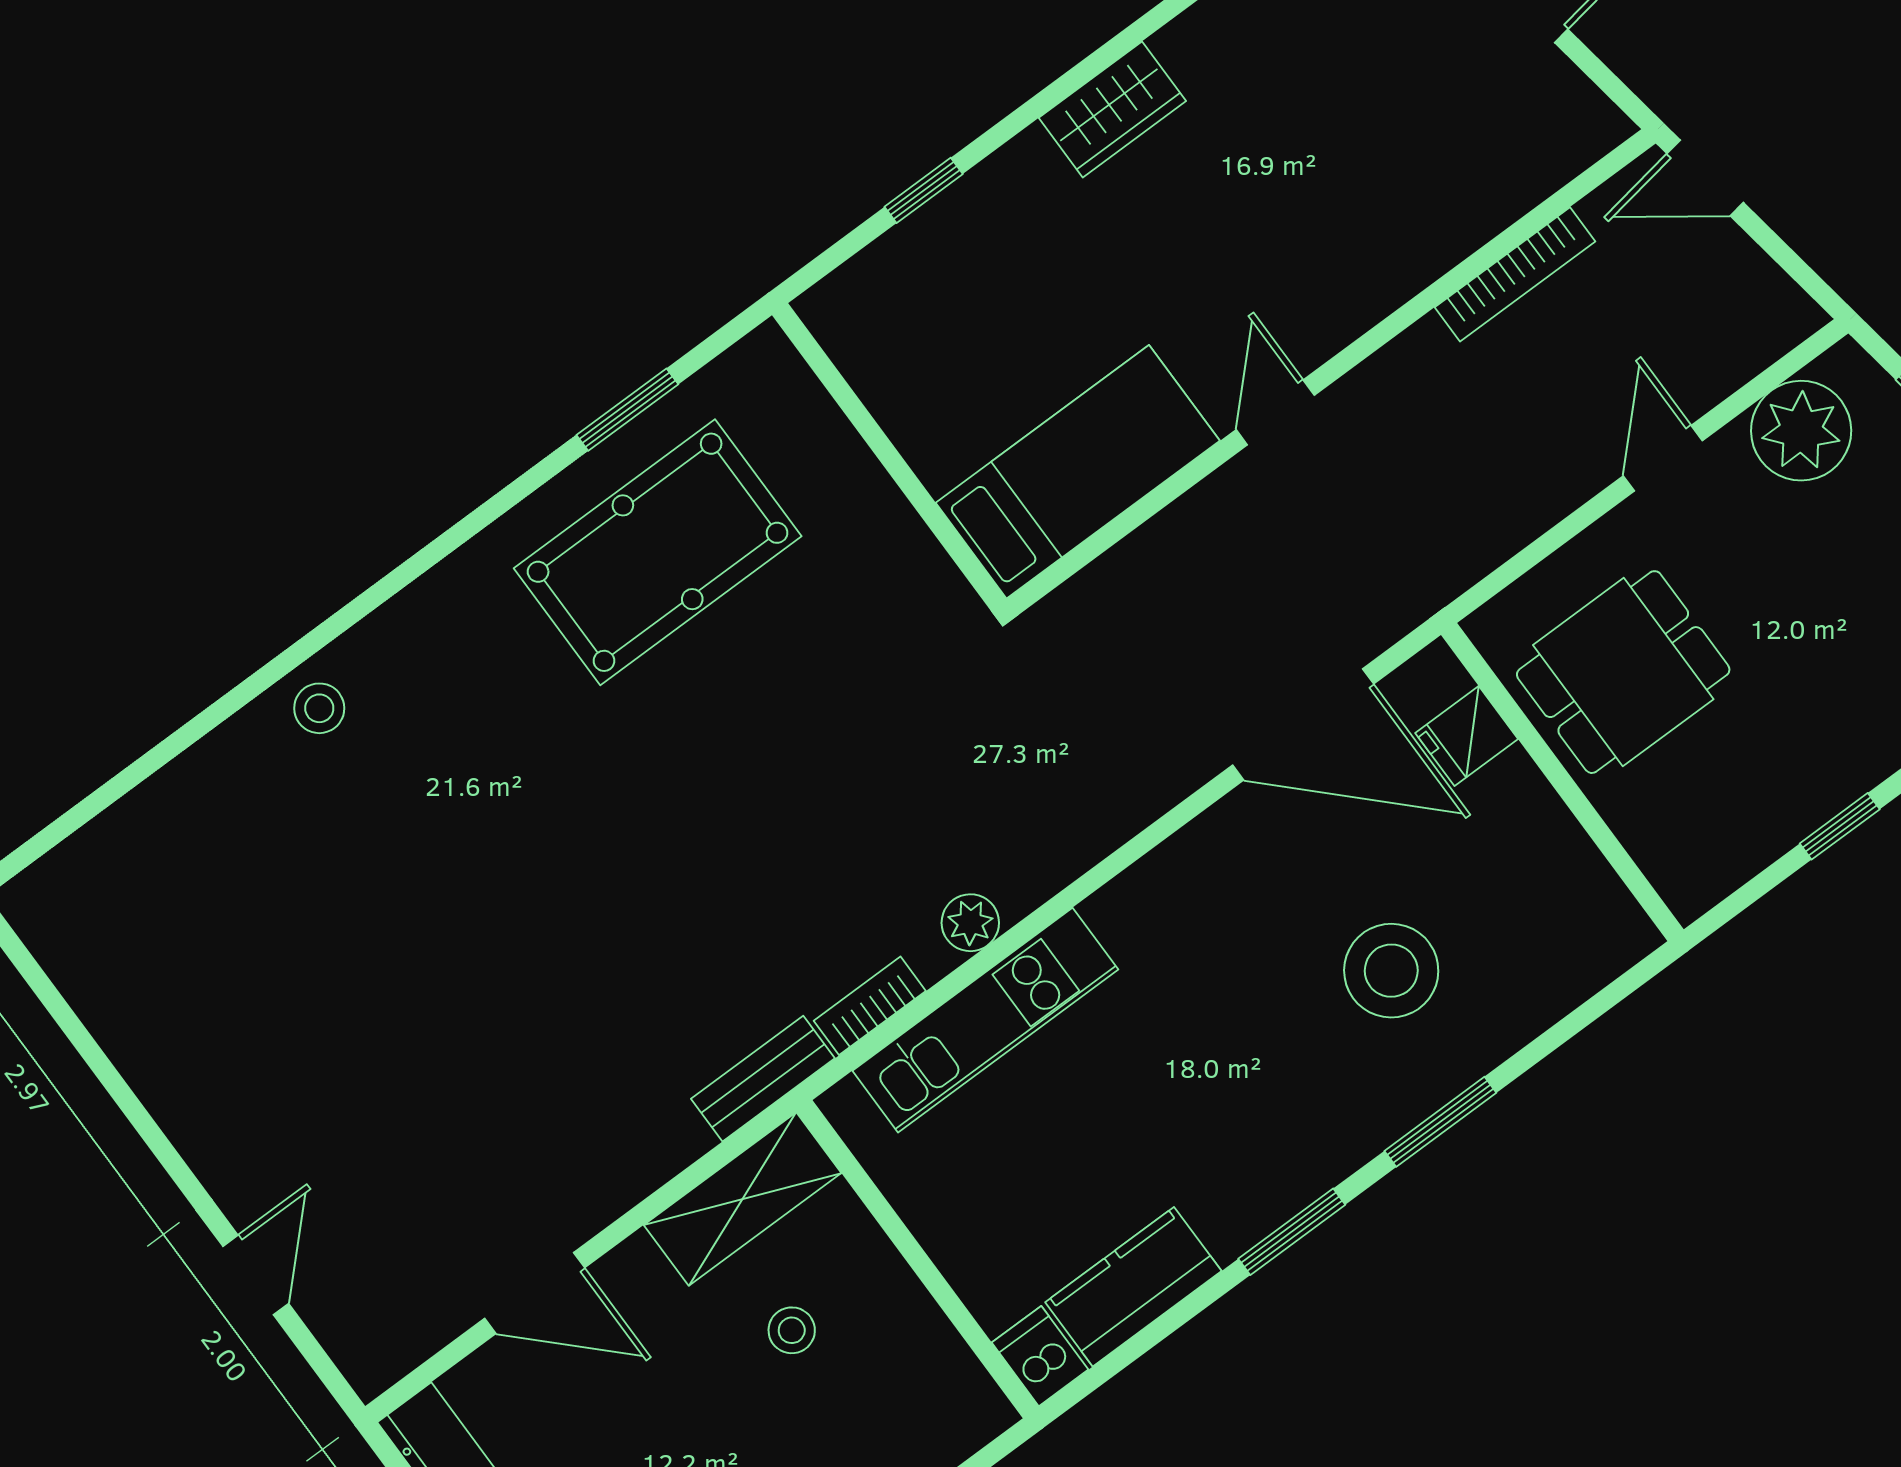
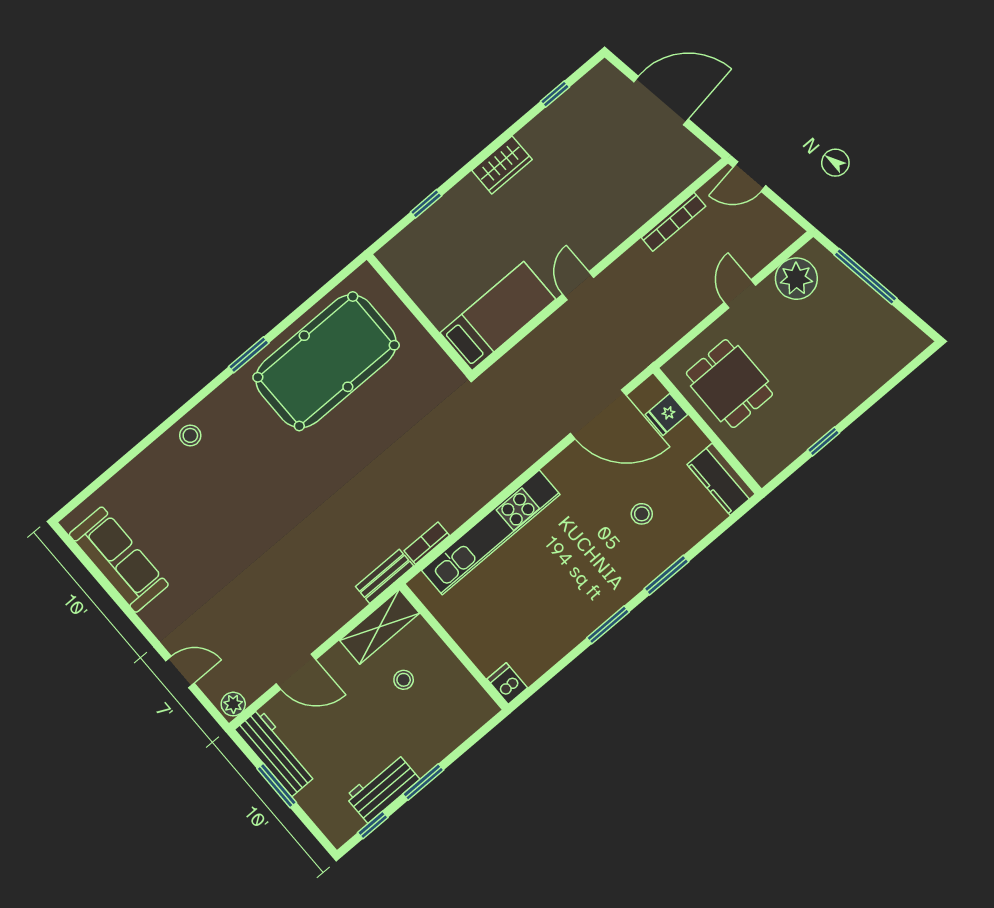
window: (627, 410) -> (249, 355), moved
pool table: (658, 552) -> (326, 361), width x1.36, depth x1.32
dining table: (1623, 672) -> (729, 384), turned 90
plant: (970, 923) -> (233, 704), moved
stool: (1391, 971) -> (642, 514), width x0.53, depth x0.53
sofa: (127, 995) -> (119, 560), added
kitchen unit: (985, 1020) -> (491, 532), width x1.36
door: (256, 1275) -> (180, 672), hinge flipped
kitchen counter: (1133, 1287) -> (721, 479), moved, turned -90

